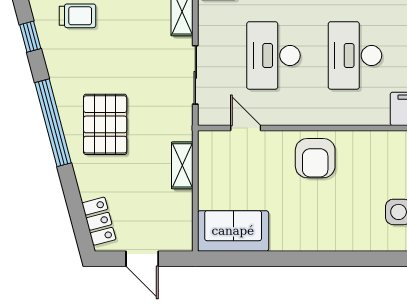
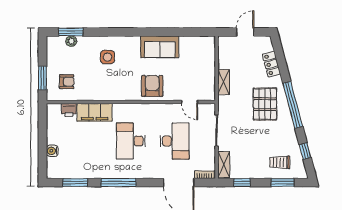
desk: (355, 55) -> (131, 141), turned 180
locker: (99, 221) -> (271, 64), moved
sofa: (233, 231) -> (160, 47), moved
door: (142, 259) -> (245, 32), hinge flipped

